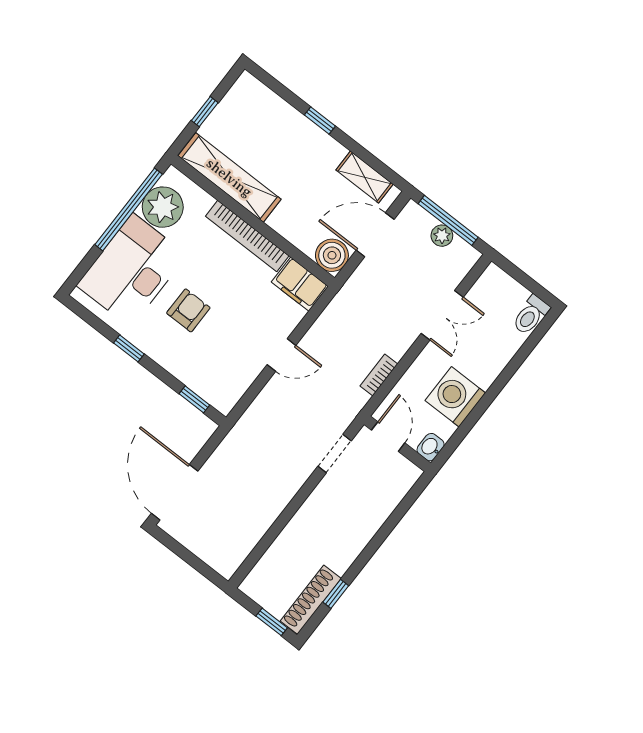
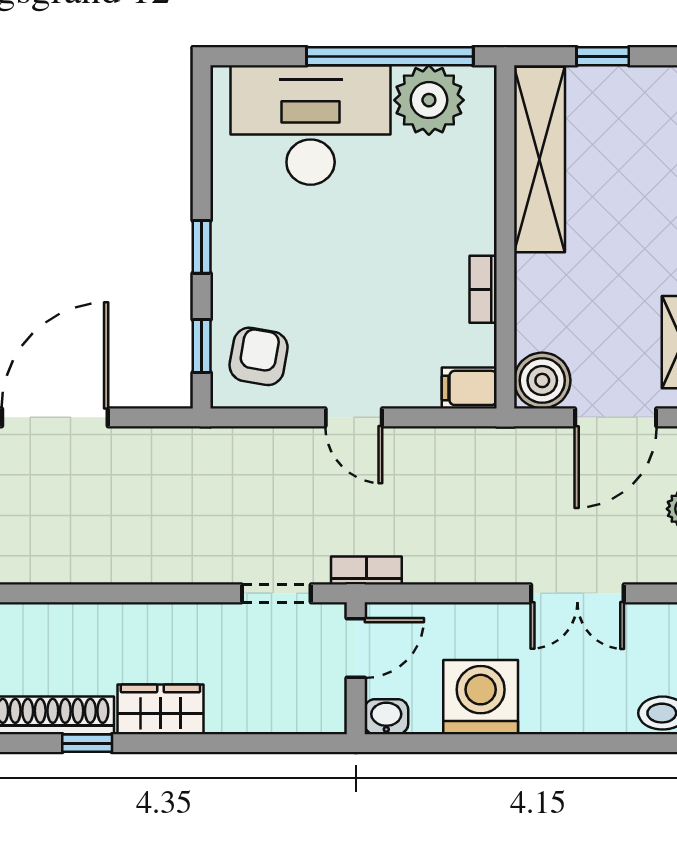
door: (375, 235) -> (616, 417), swing flipped
bookcase: (247, 236) -> (483, 289), width x0.43, depth x0.76
filing cabinet: (300, 284) -> (469, 388), width x0.50
armchair: (188, 310) -> (259, 356), moved, turned -80
window: (129, 348) -> (202, 247), moved
bookcase: (379, 375) -> (366, 571), moved
wardrobe: (347, 548) -> (160, 709), added

